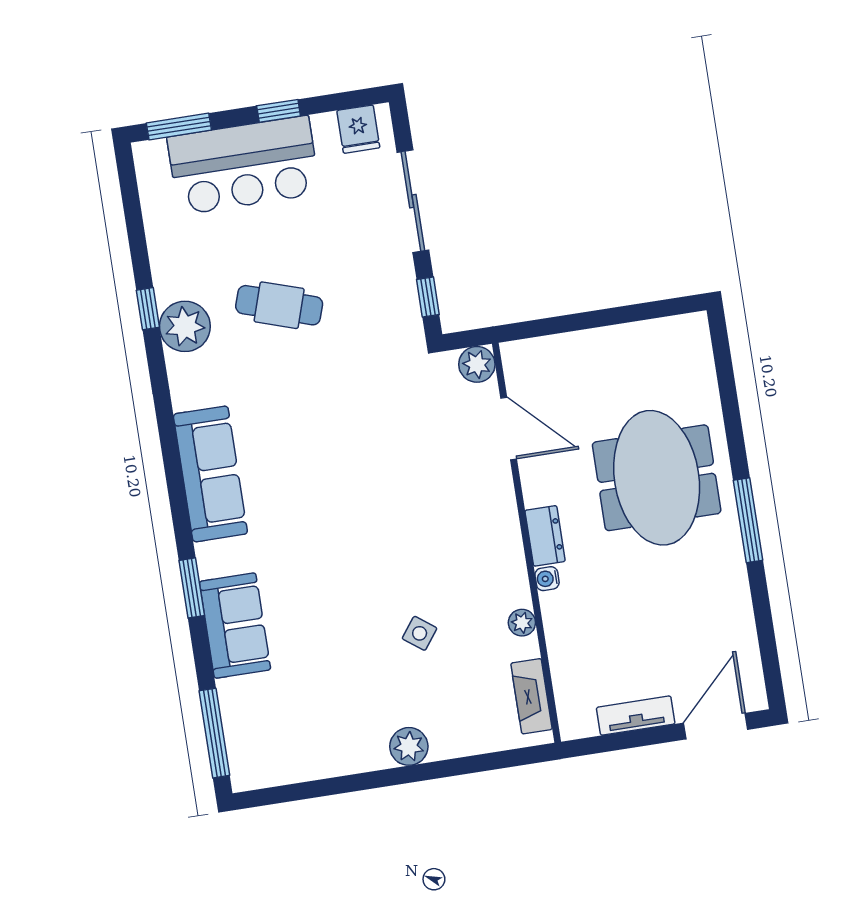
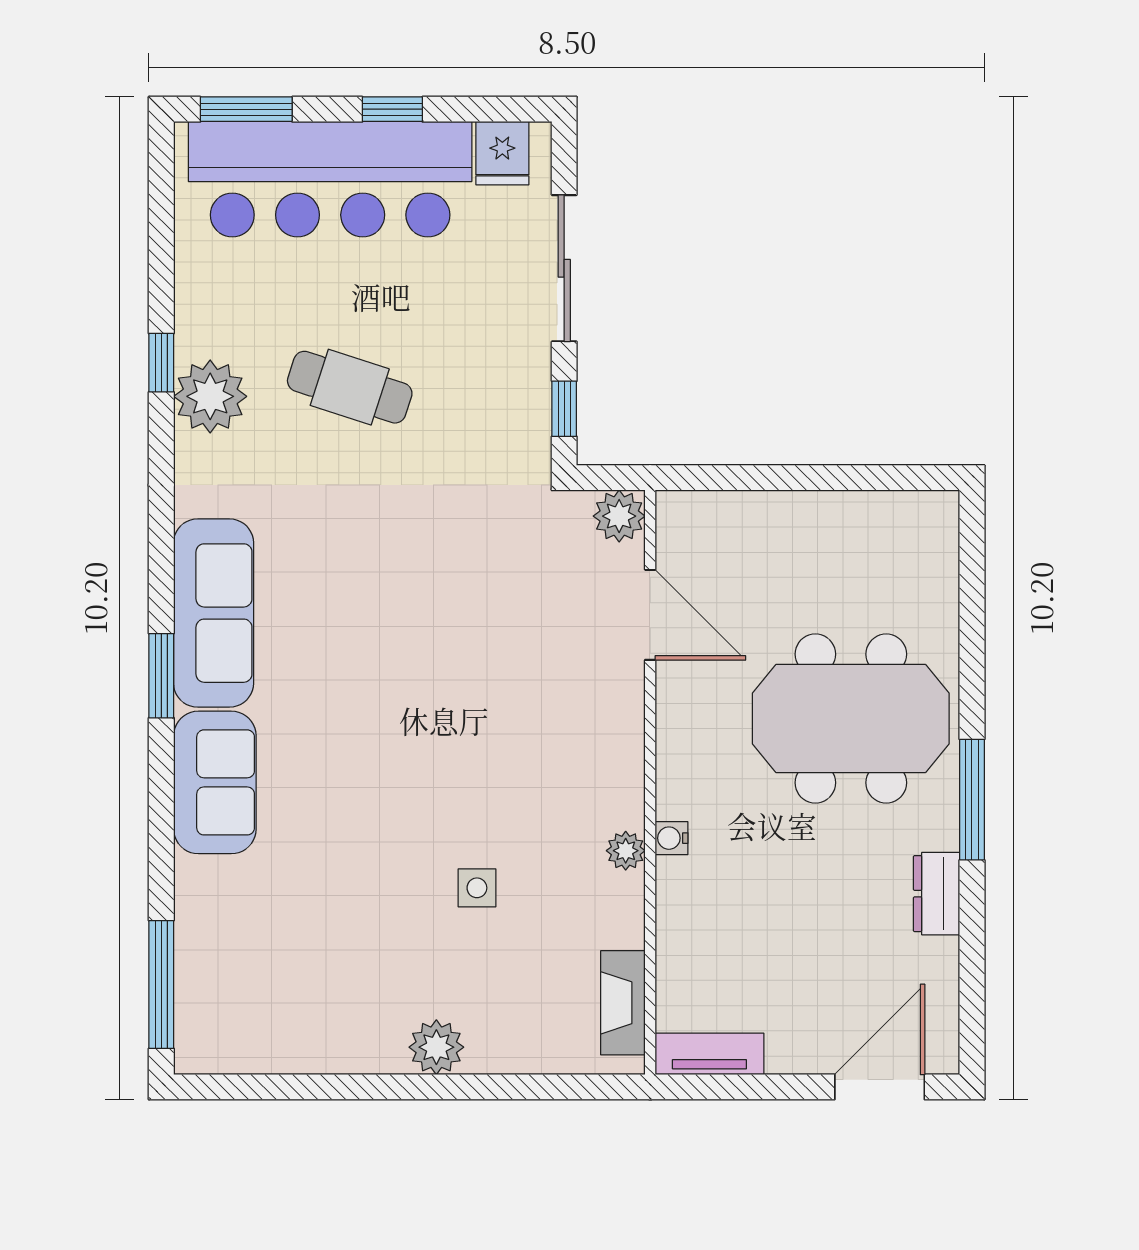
bar counter: (244, 165) -> (330, 179), width x1.36
meeting table: (657, 478) -> (851, 718), turned 90
dresser: (545, 536) -> (937, 894), moved, turned 180
window: (192, 588) -> (161, 676), moved
plant: (522, 623) -> (626, 851), moved
sofa: (235, 626) -> (215, 782), moved
side table: (420, 633) -> (477, 888), turned -37
tv unit: (636, 716) -> (709, 1054), moved

